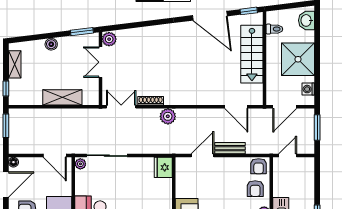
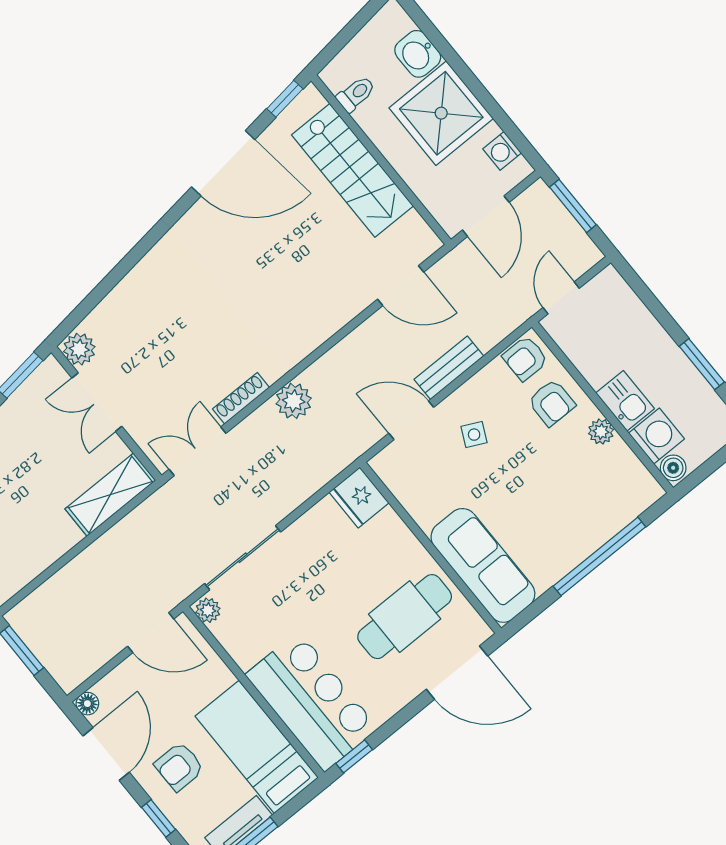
washbasin: (307, 20) -> (418, 54), moved
shelving: (62, 97) -> (110, 495), moved
door: (202, 156) -> (411, 420), hinge flipped
armchair: (259, 166) -> (525, 358), turned 90
side table: (220, 178) -> (474, 435), added

